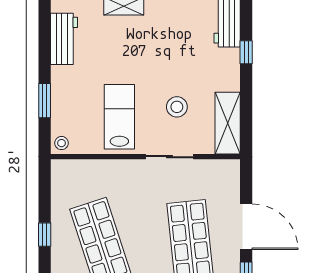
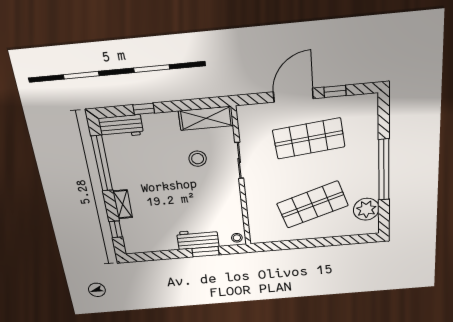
workbench: (64, 39) -> (198, 239), moved
lab bench: (119, 117) -> (211, 200), removed
window: (45, 235) -> (309, 243), removed

